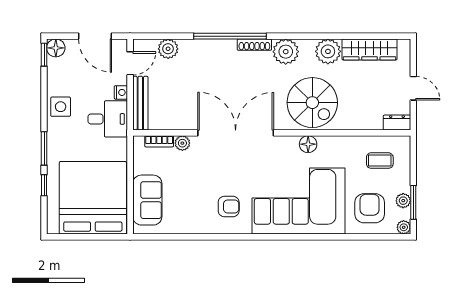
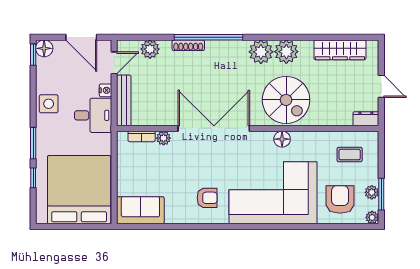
shoe rack: (254, 45) -> (188, 45), moved
plant: (328, 51) -> (286, 52), moved
sofa: (147, 200) -> (140, 210), moved, turned -90

